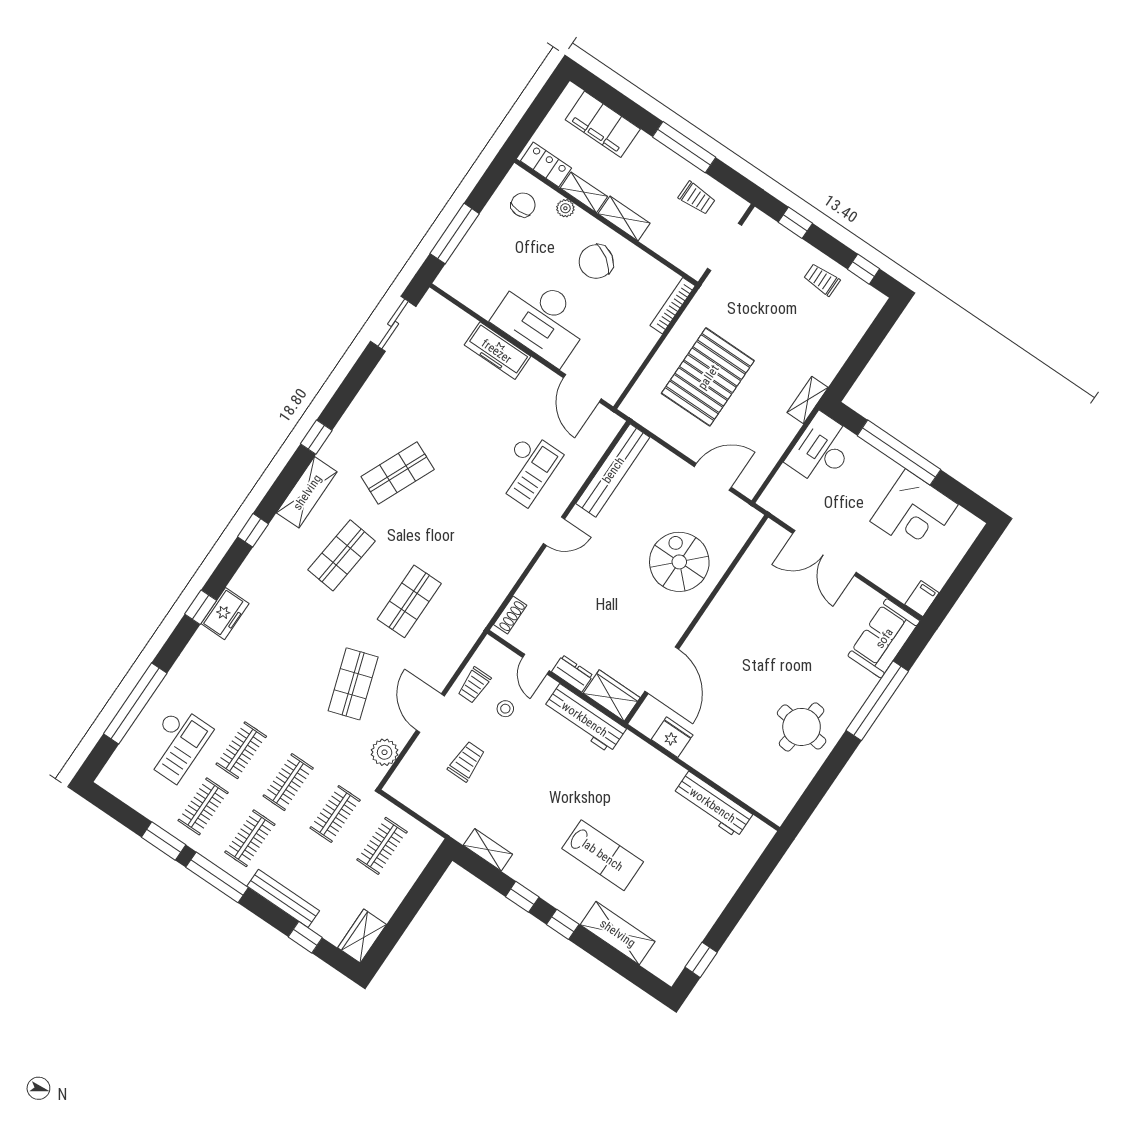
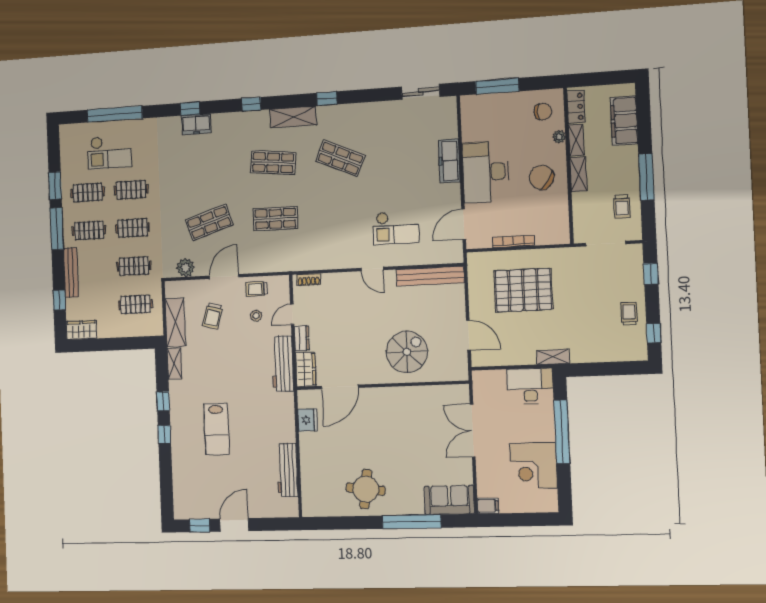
bookcase: (673, 306) -> (514, 241), moved
trolley: (466, 761) -> (213, 316), turned 105
door: (731, 916) -> (234, 525), added
shelving: (618, 933) -> (175, 322), moved

